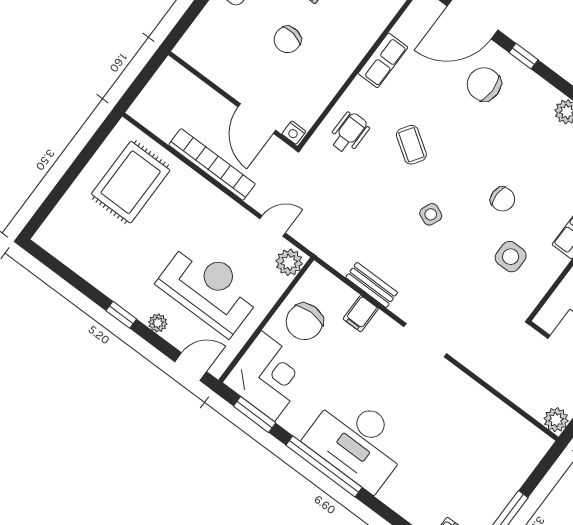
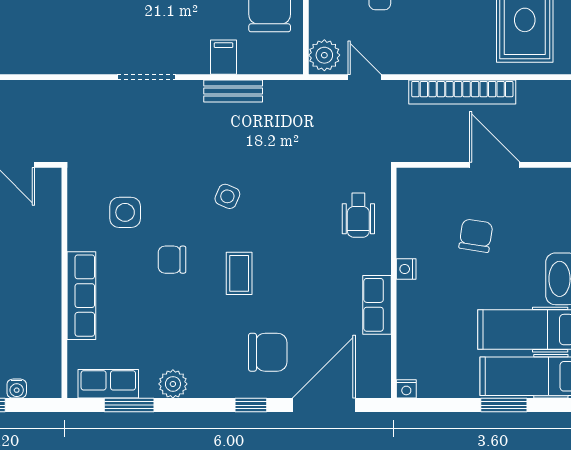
chair: (287, 40) -> (476, 236), moved
door: (257, 118) -> (495, 165), moved
nightstand: (294, 133) -> (406, 269), moved, turned -90
coffee table: (411, 145) -> (239, 273), moved, turned 56
door: (273, 226) -> (364, 77), swing flipped

